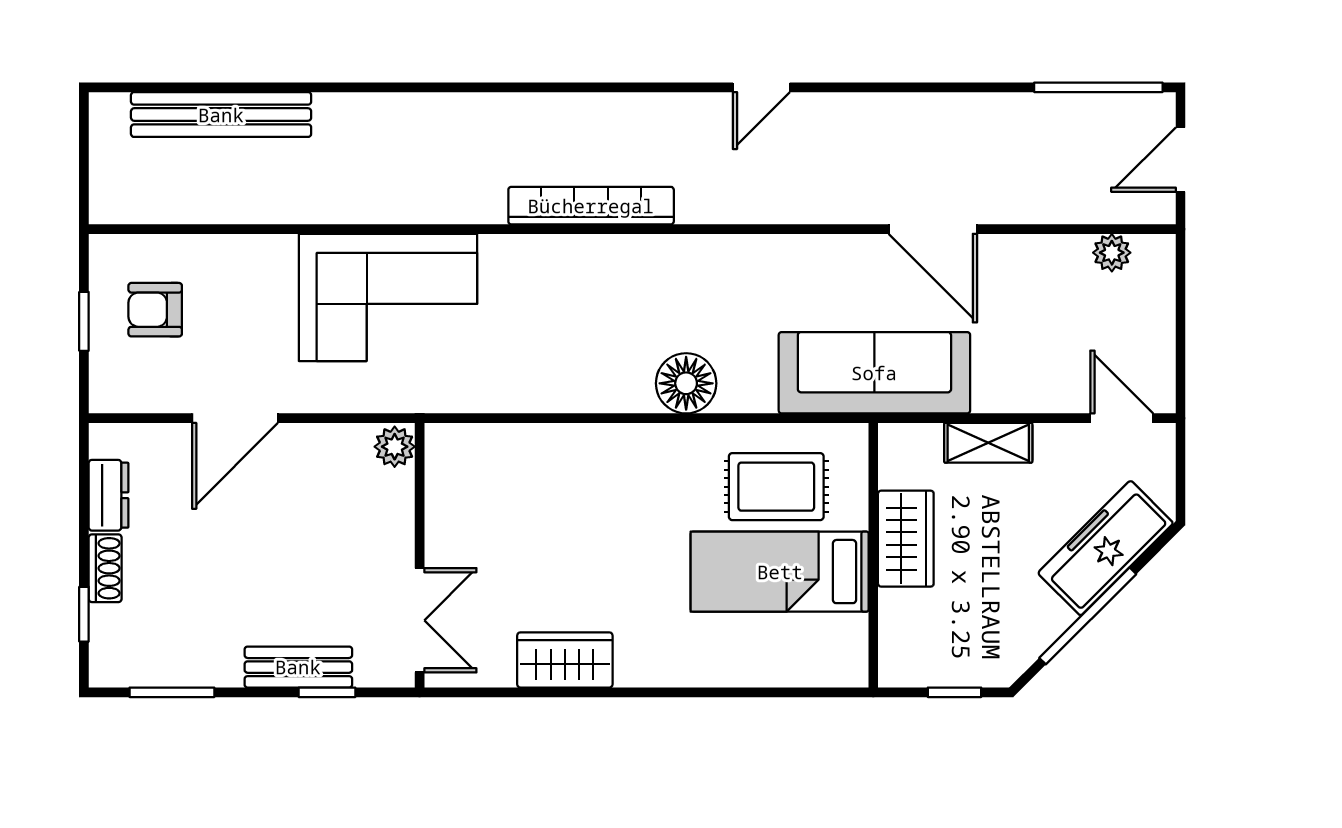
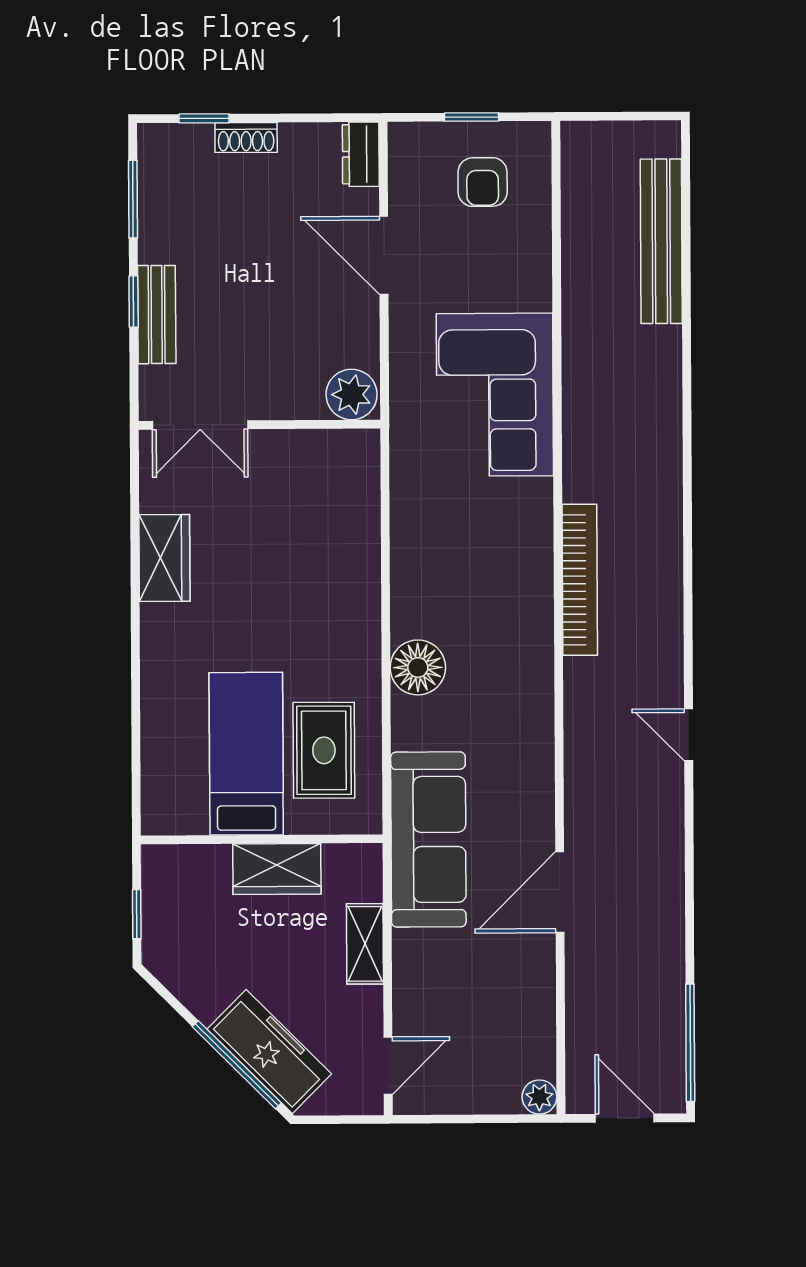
plant: (1112, 253) -> (539, 1097), moved
armchair: (155, 310) -> (483, 182), turned 180
plant: (395, 447) -> (352, 395), width x1.38, depth x1.38
dresser: (109, 495) -> (361, 154), moved, turned 90
window: (1088, 616) -> (237, 1065), moved
window: (327, 692) -> (134, 302), moved

